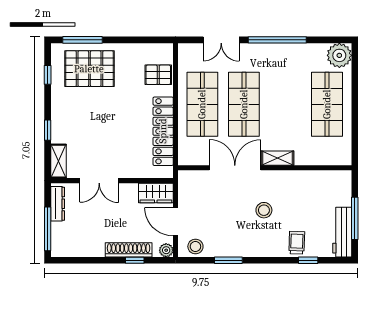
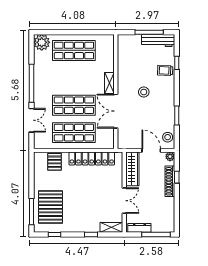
wardrobe: (156, 193) -> (132, 169), width x1.50
door: (175, 222) -> (151, 150), swing flipped

